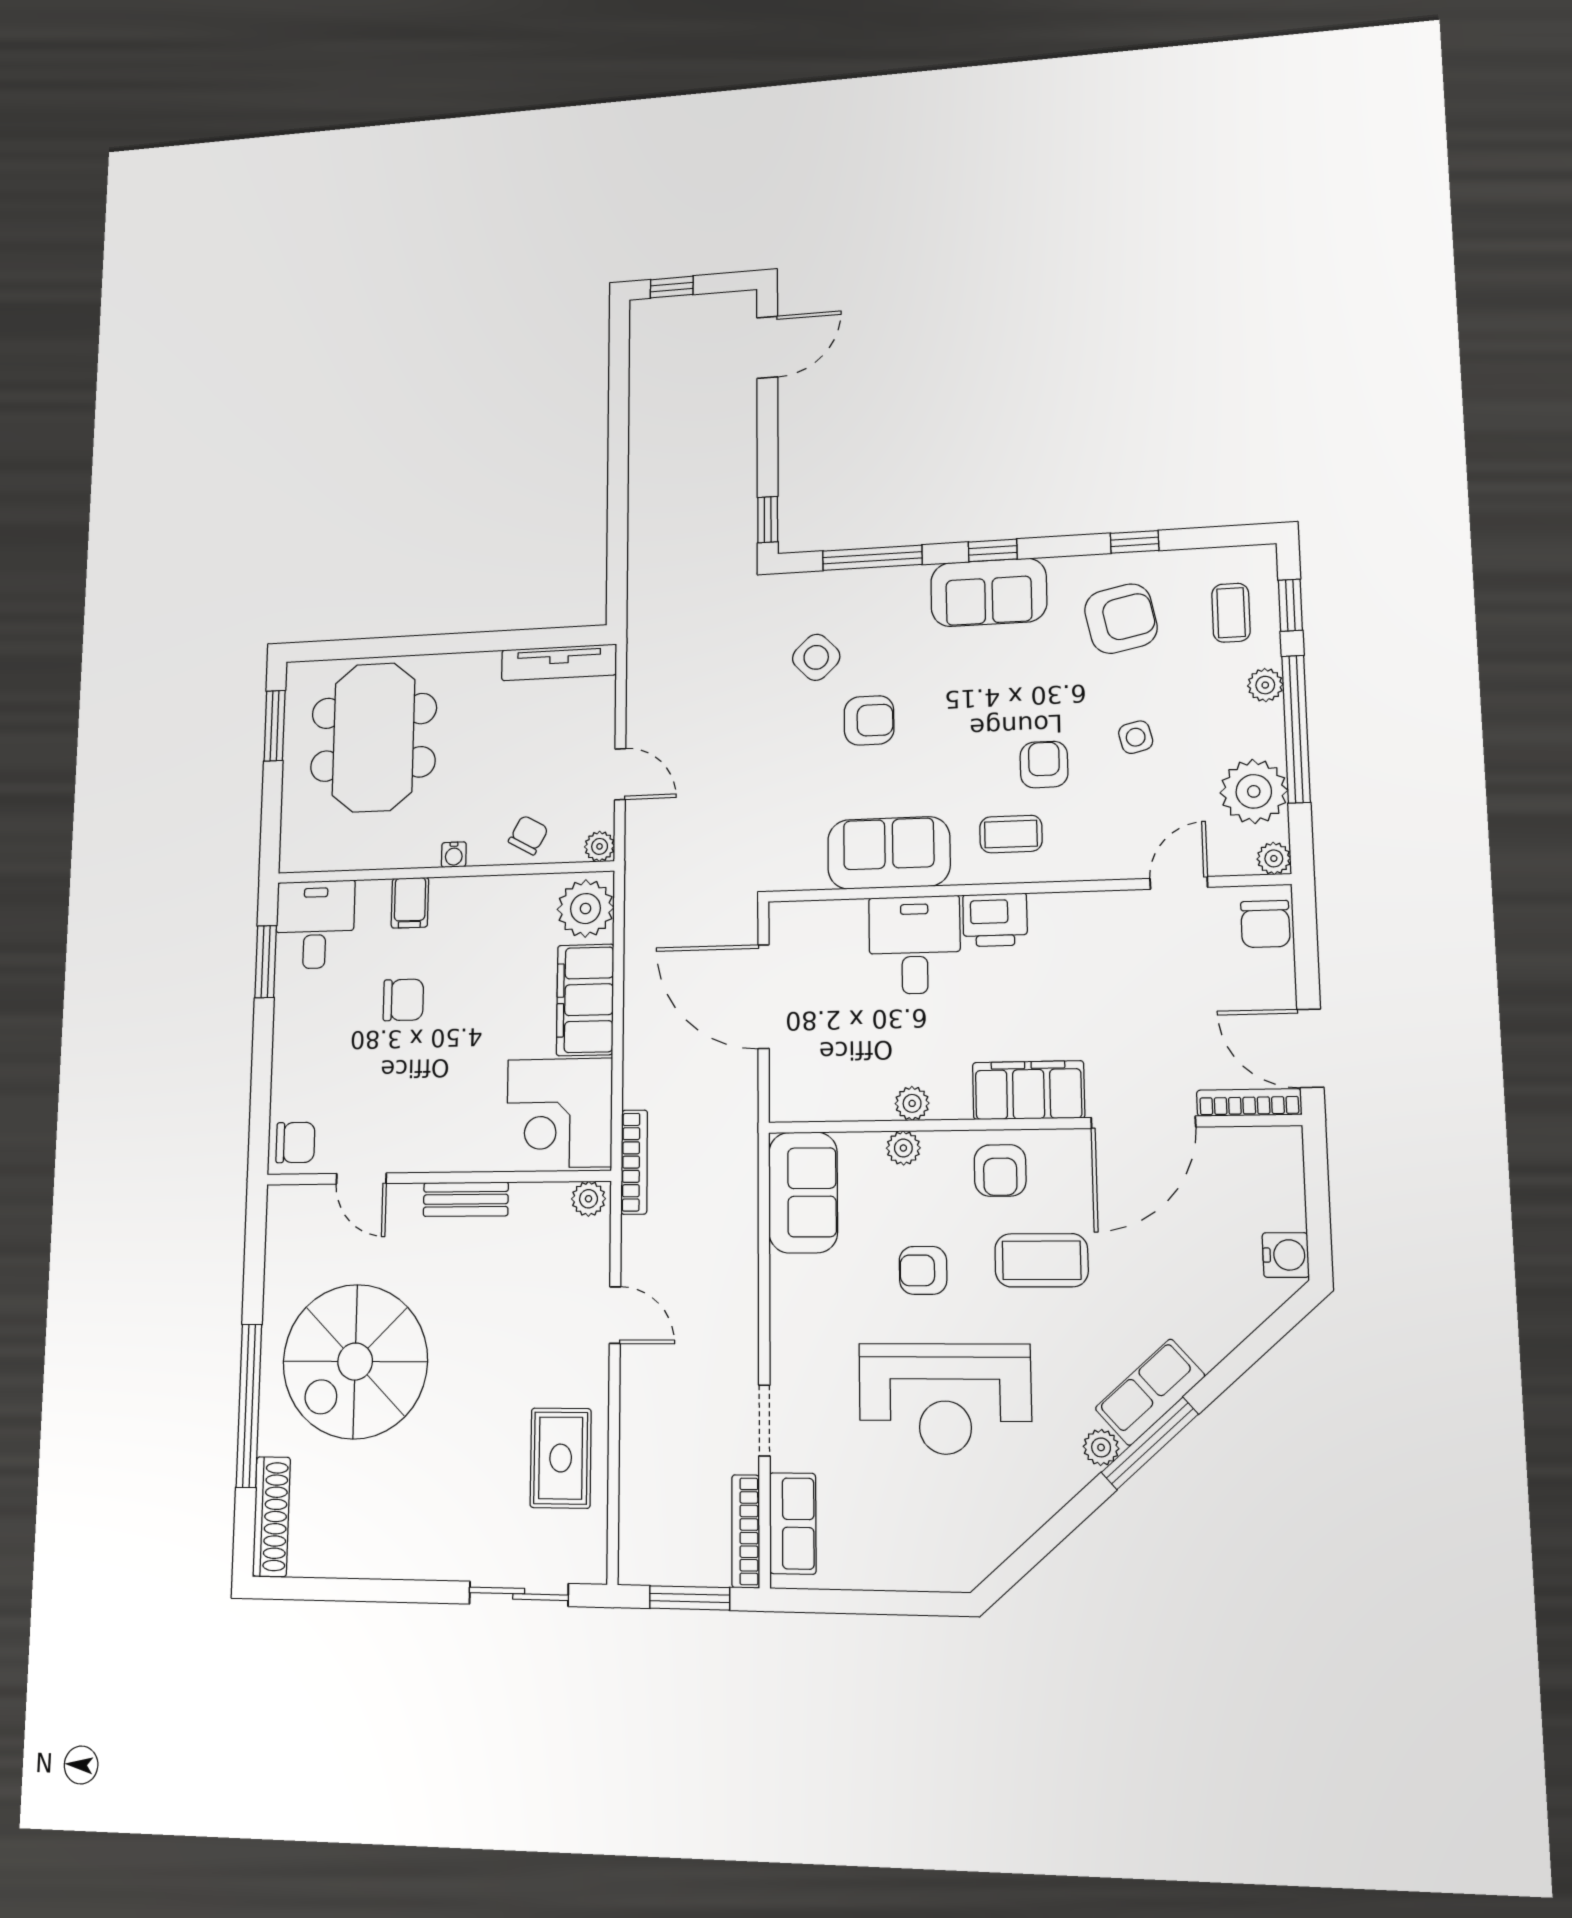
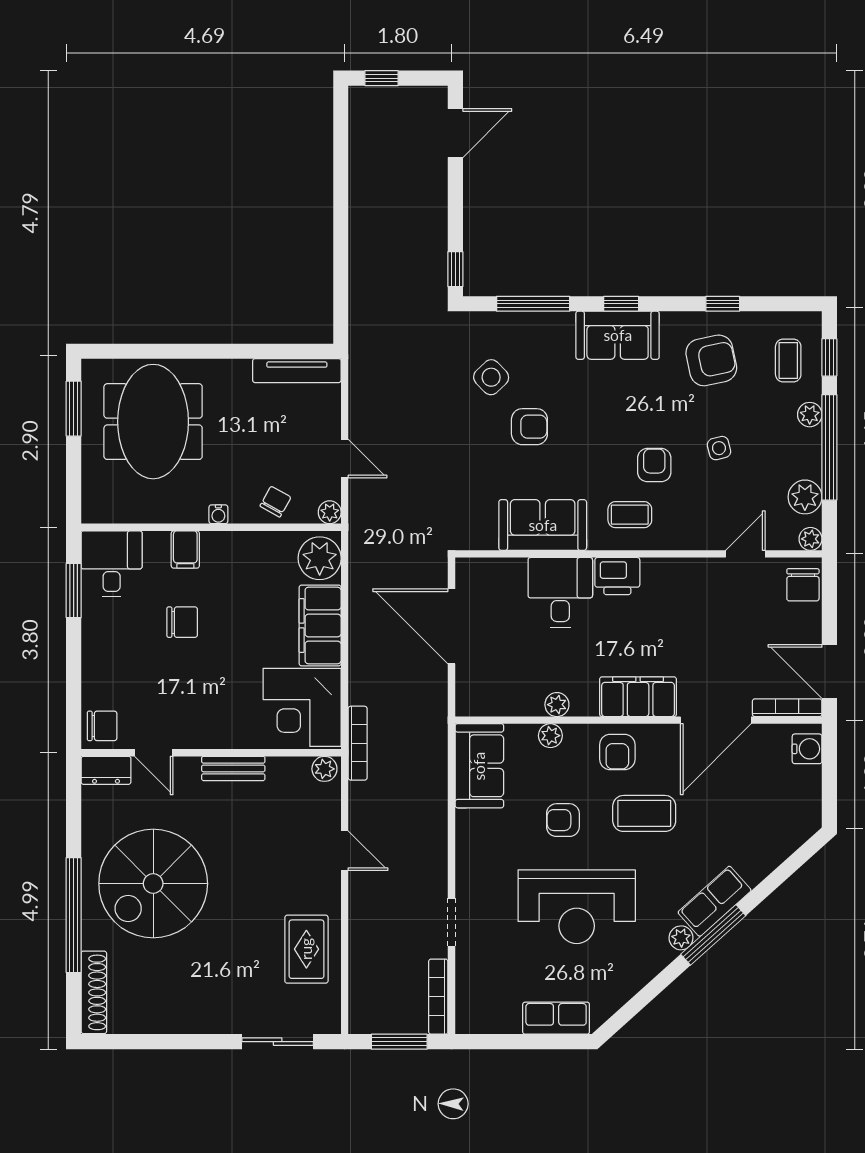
plant: (1254, 791) -> (805, 497), width x0.73, depth x0.73
dresser: (298, 1203) -> (106, 770), added
water cooler: (1286, 1255) -> (807, 749), moved
row of seats: (793, 1523) -> (556, 1018), moved, turned -90

